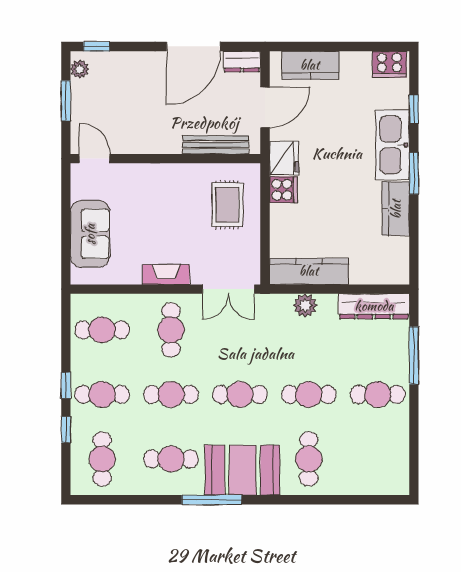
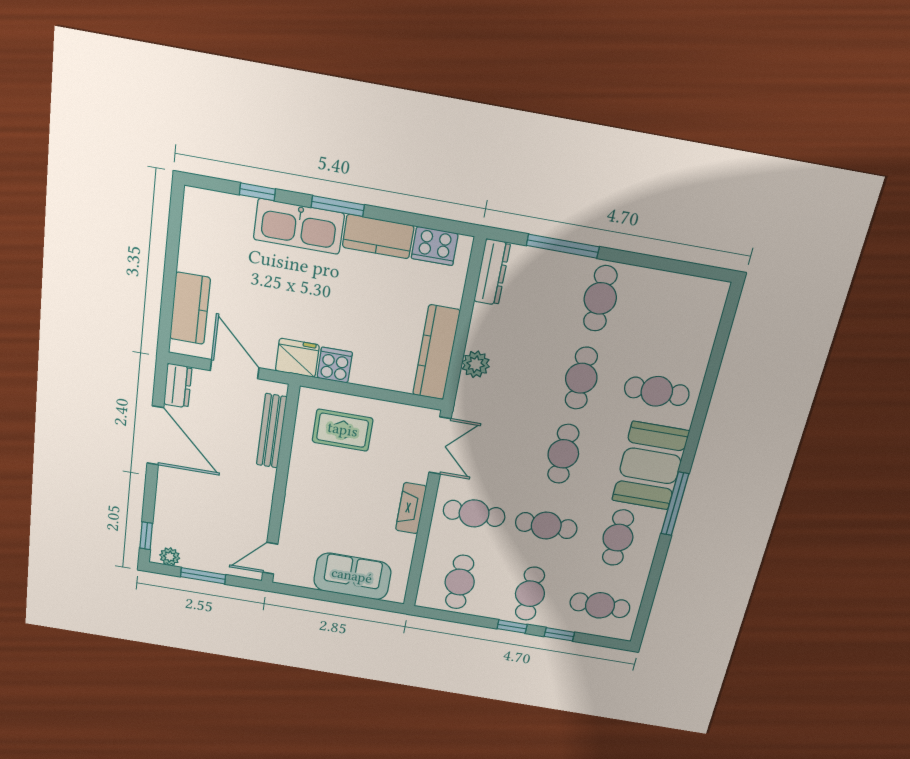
cooker: (389, 64) -> (435, 246), moved, turned 90
dresser: (374, 306) -> (492, 272), width x0.73, depth x0.80
cafe table: (171, 394) -> (546, 526), turned 90

